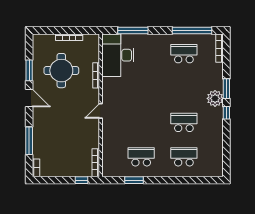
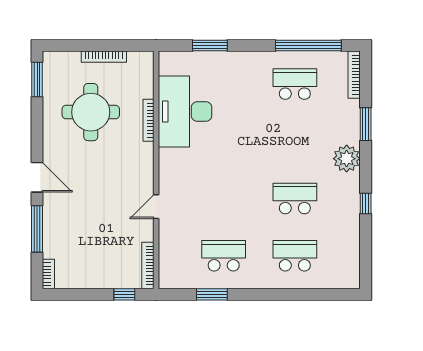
window: (133, 31) -> (210, 45), width x0.69
desk: (118, 55) -> (185, 111), moved
window: (29, 70) -> (37, 79), moved
window: (226, 89) -> (366, 124), moved
door: (29, 98) -> (37, 177), moved
door: (101, 111) -> (156, 207), moved
window: (226, 113) -> (366, 204), moved

